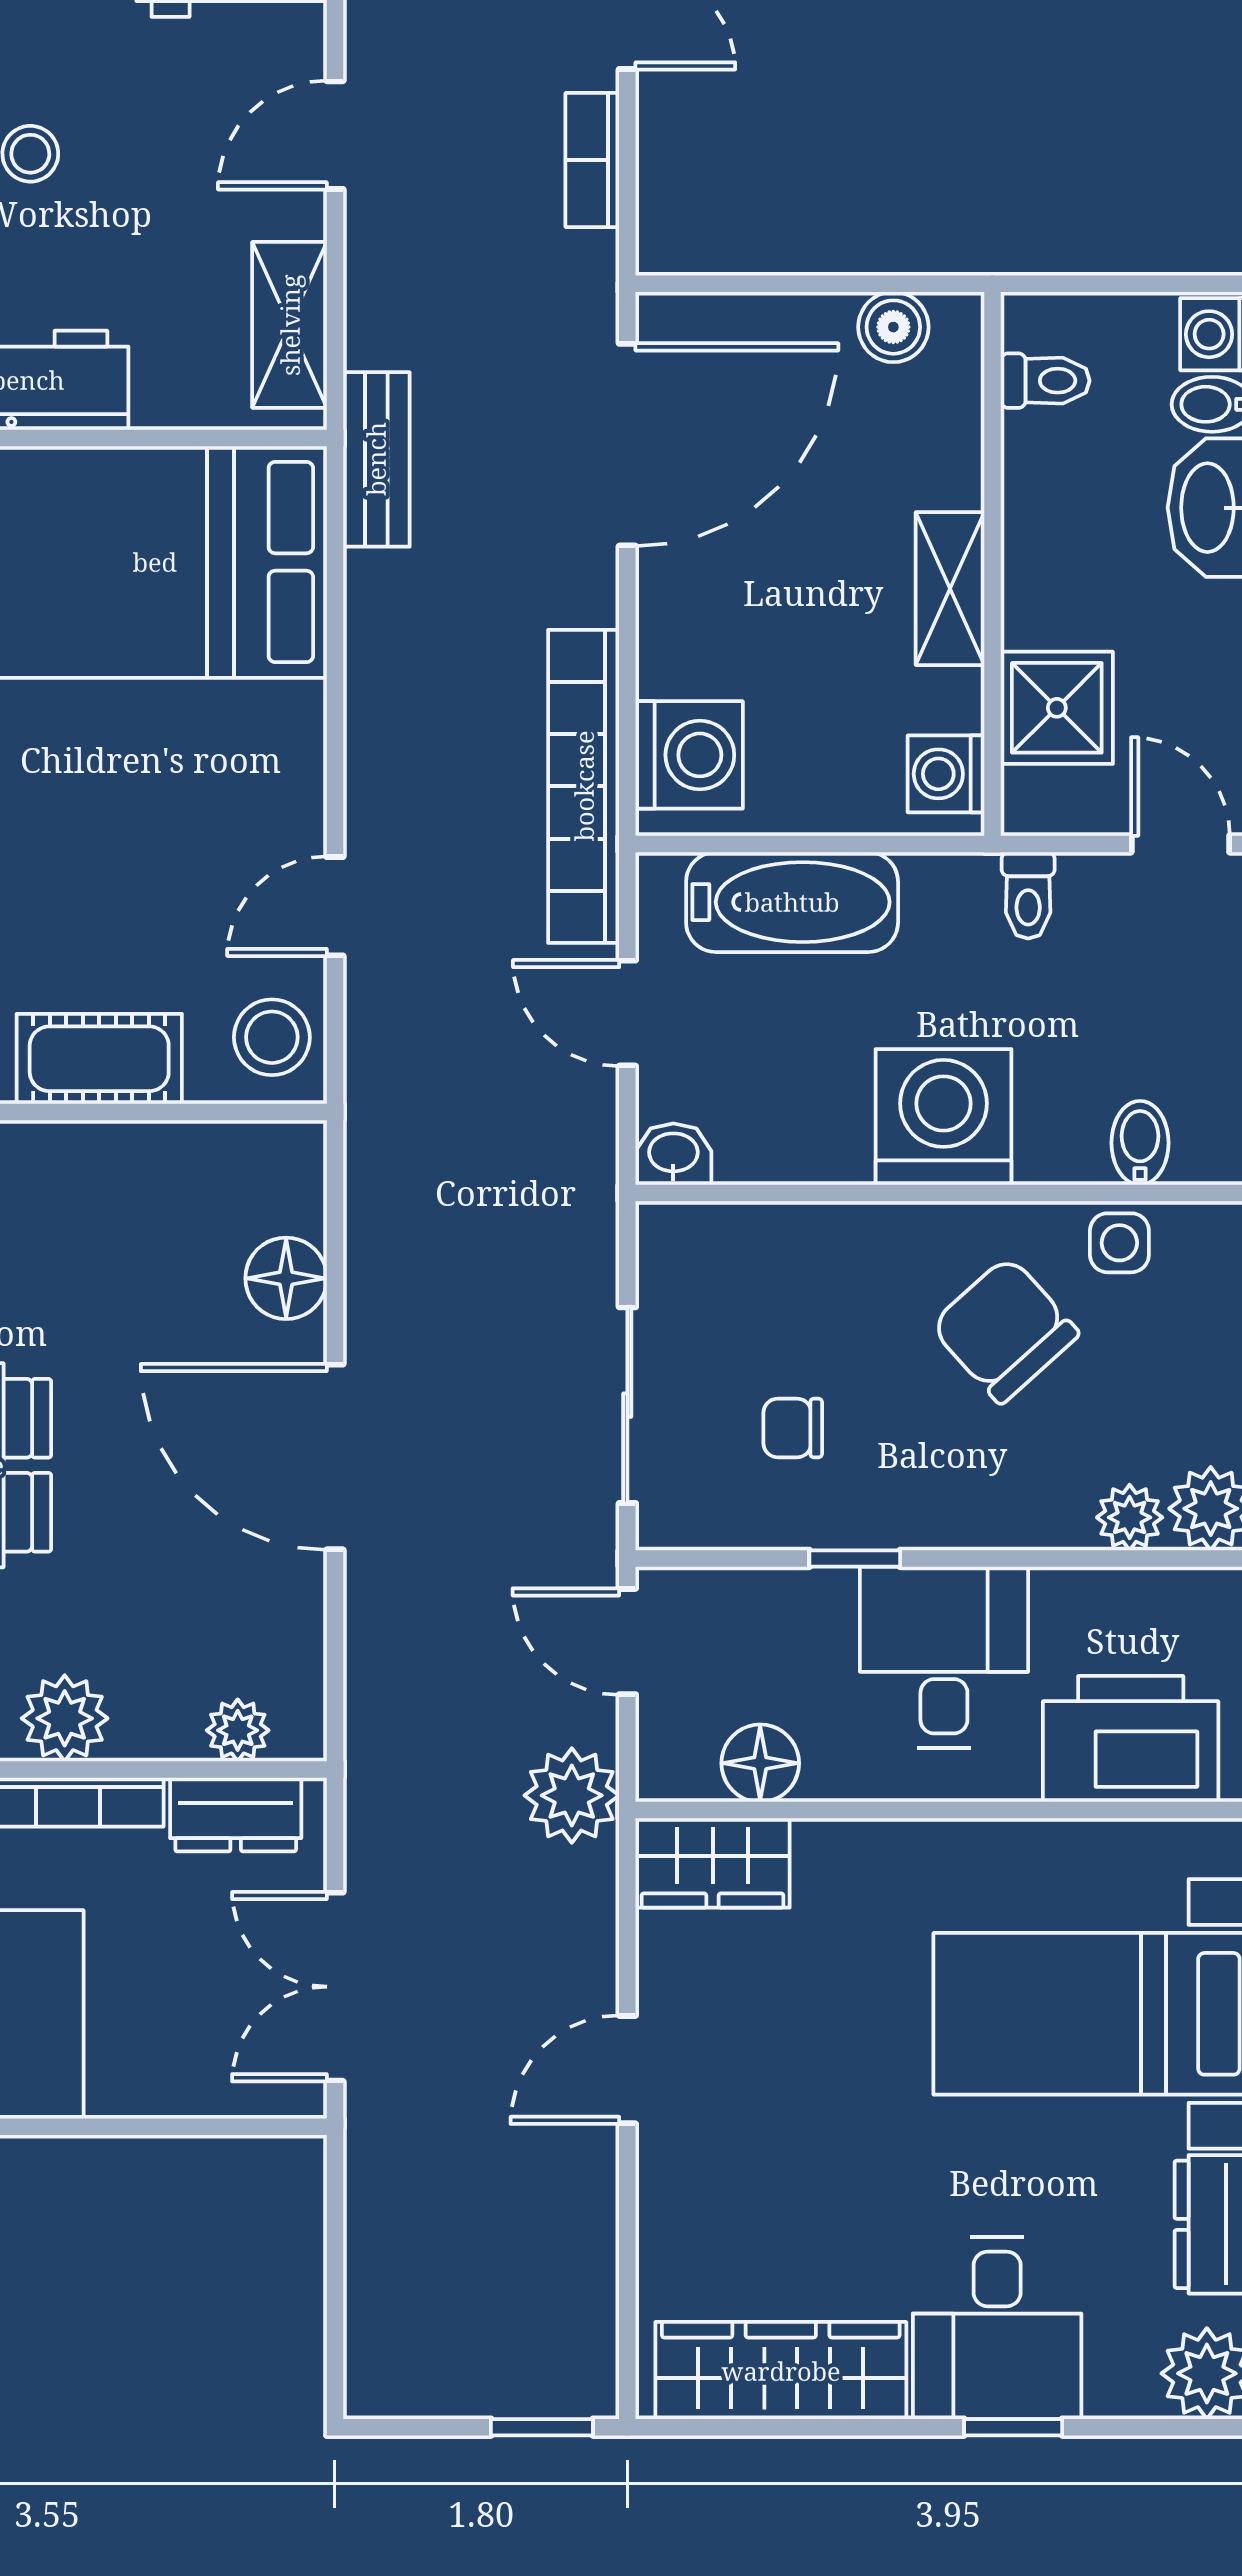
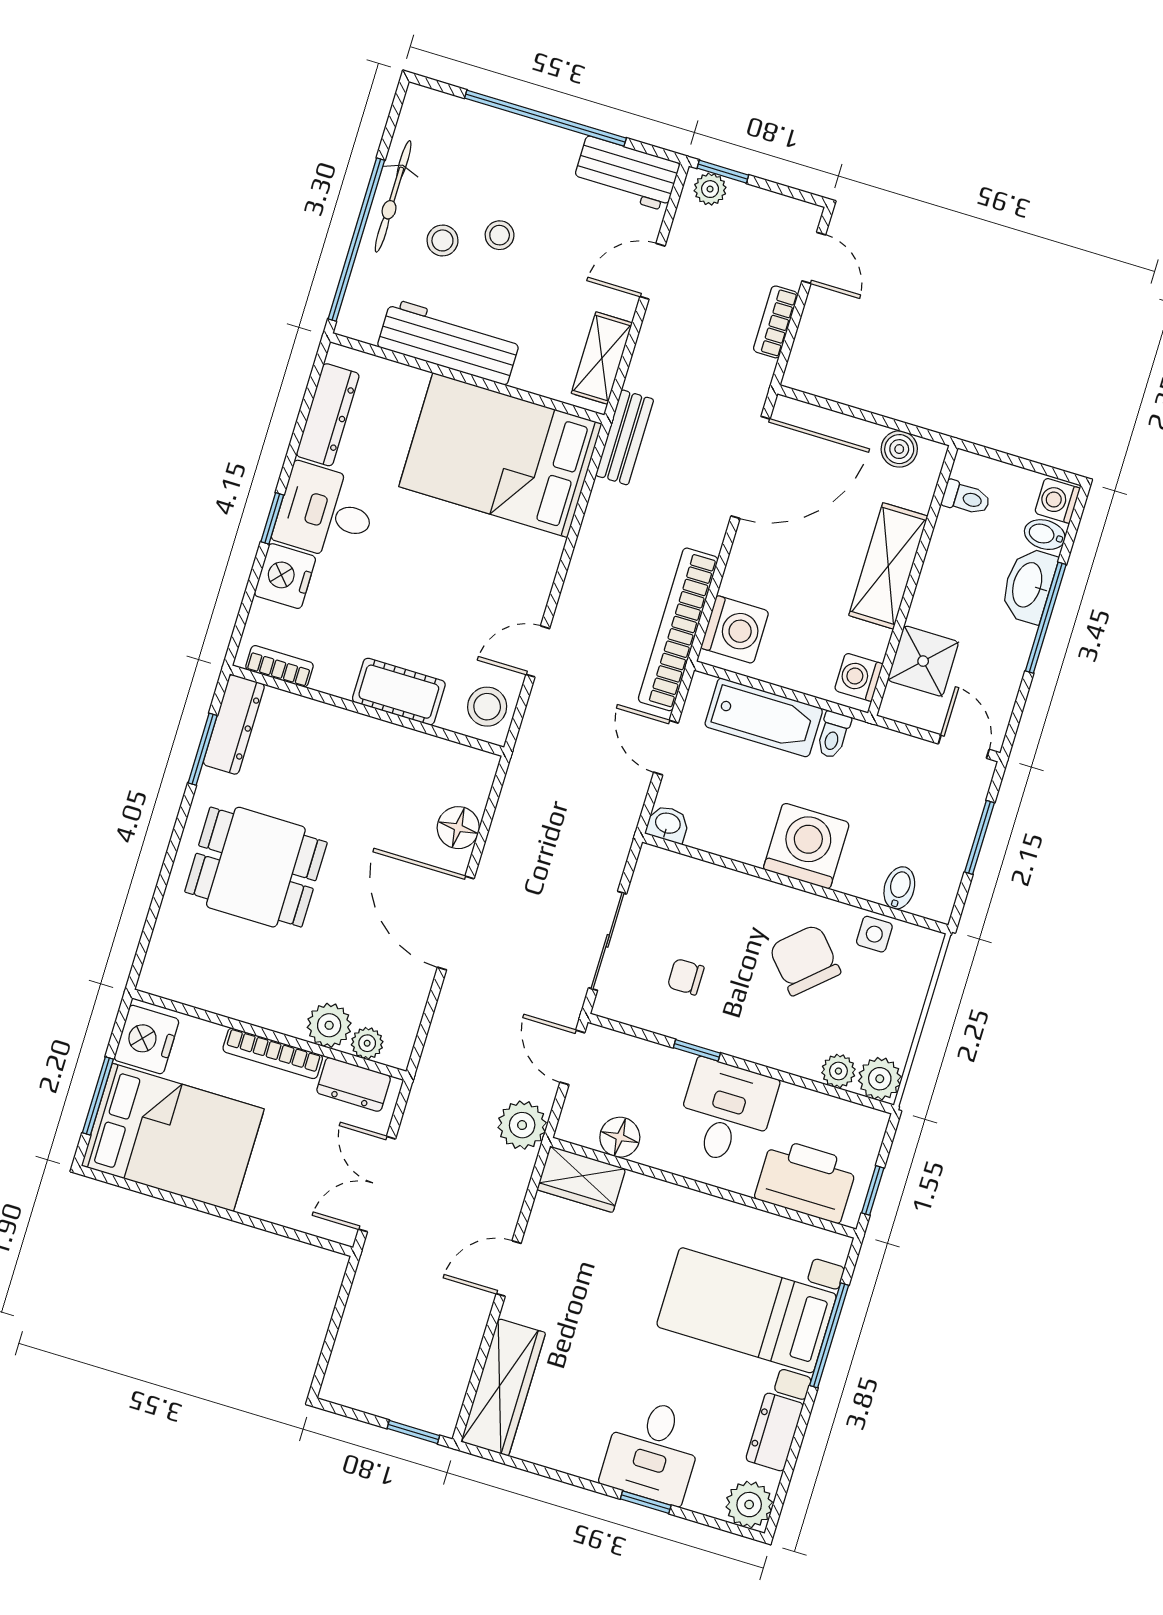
shelving: (950, 589) -> (888, 566), width x1.50, depth x1.33
toilet: (1028, 895) -> (833, 735), moved
plant: (65, 1718) -> (329, 1025), moved
wardrobe: (781, 2371) -> (503, 1387), moved, turned 90

